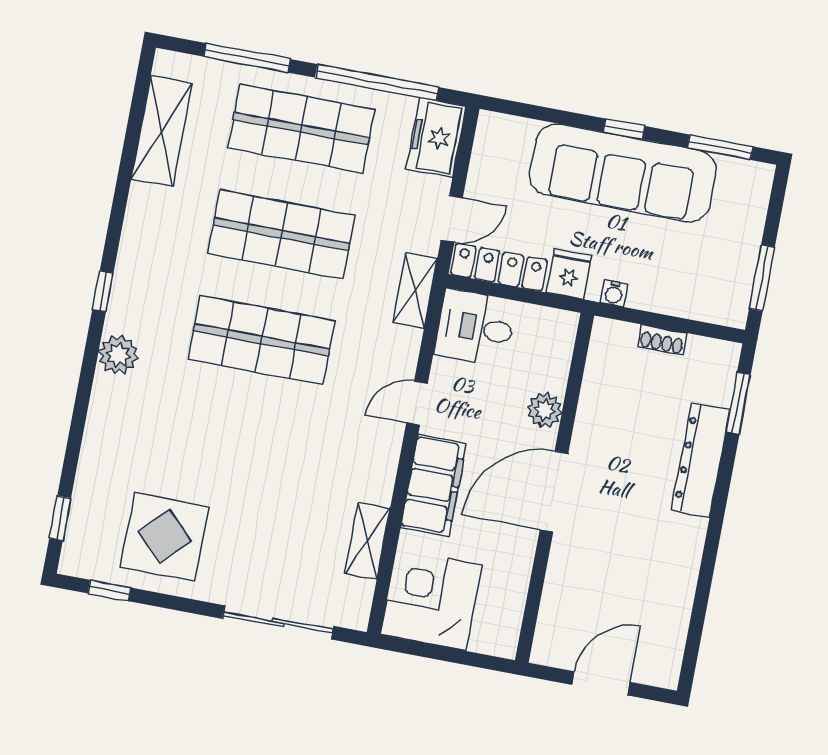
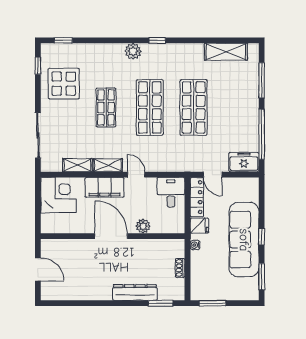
shop shelf: (301, 129) -> (106, 107), moved, width x0.70, depth x0.74
shelving: (415, 291) -> (108, 165), moved

